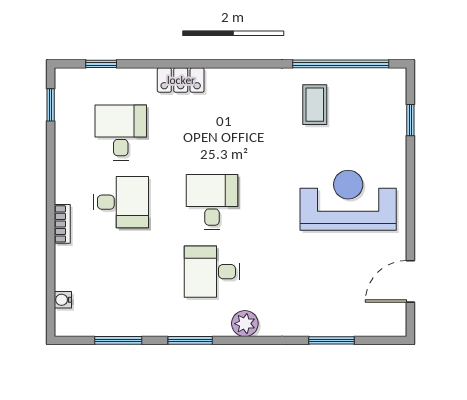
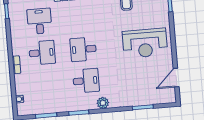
reception desk: (348, 200) -> (145, 43), turned 180
desk: (212, 202) -> (83, 49), turned -90
desk: (212, 272) -> (86, 81), turned 180

